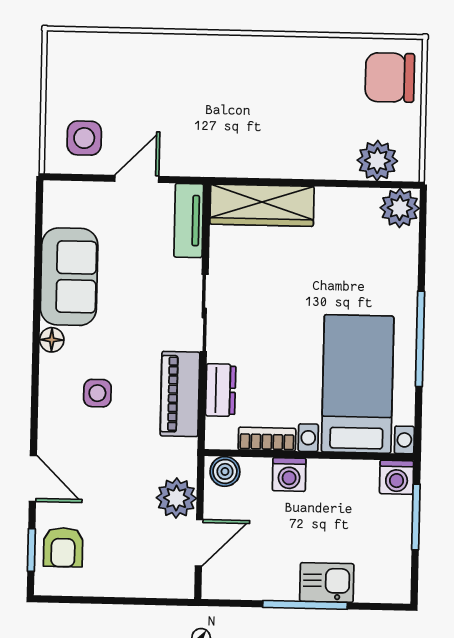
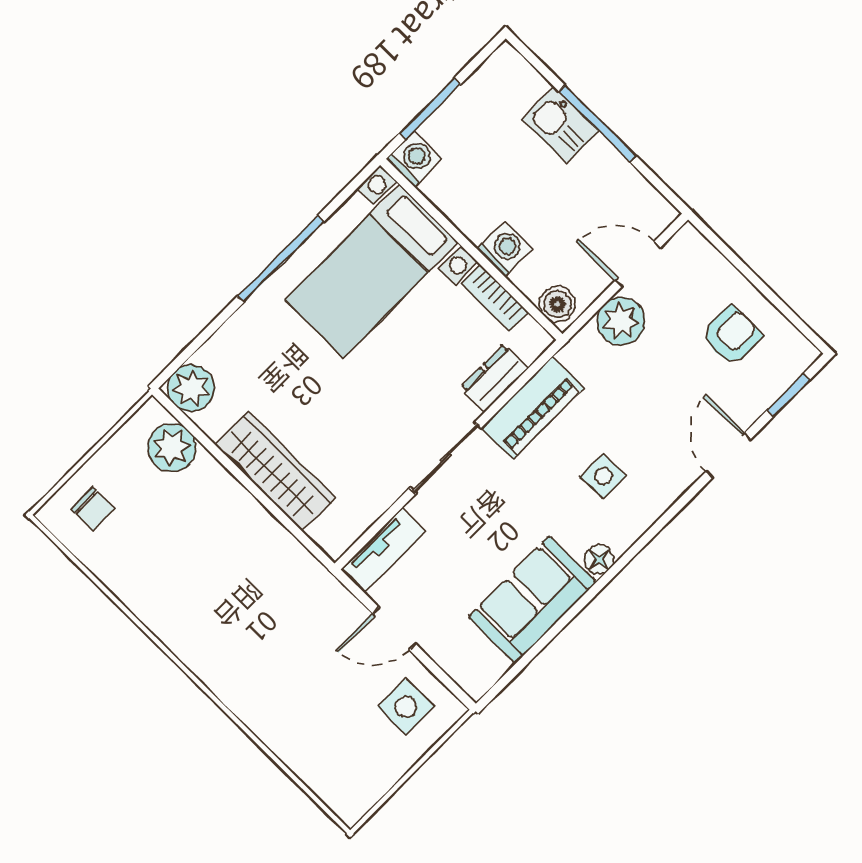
chair: (390, 77) -> (93, 509), width x0.54, depth x0.54
wardrobe: (262, 205) -> (275, 471), moved
armchair: (63, 547) -> (732, 336), moved

